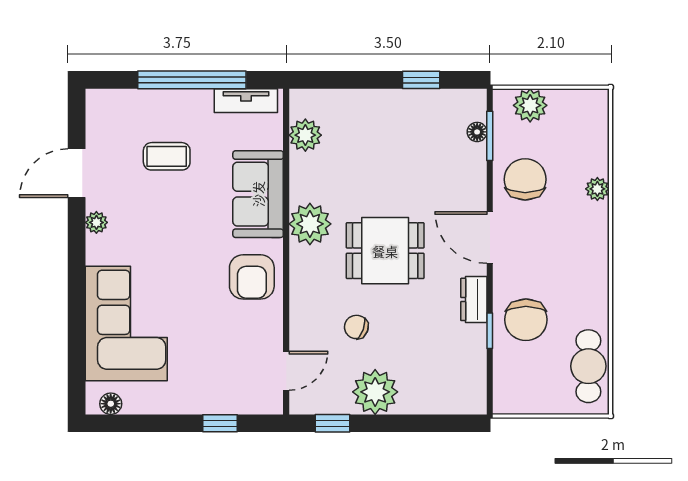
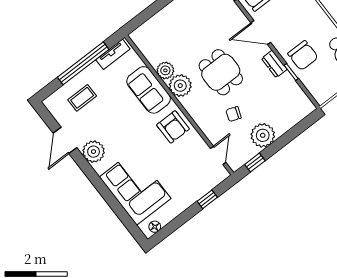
plant: (305, 135) -> (165, 70), moved
coffee table: (167, 156) -> (82, 98), moved
plant: (96, 222) -> (94, 152), width x1.87, depth x1.87
dining table: (385, 251) -> (221, 72), turned 90

